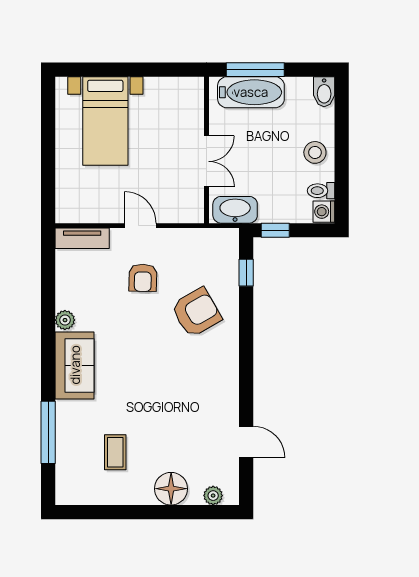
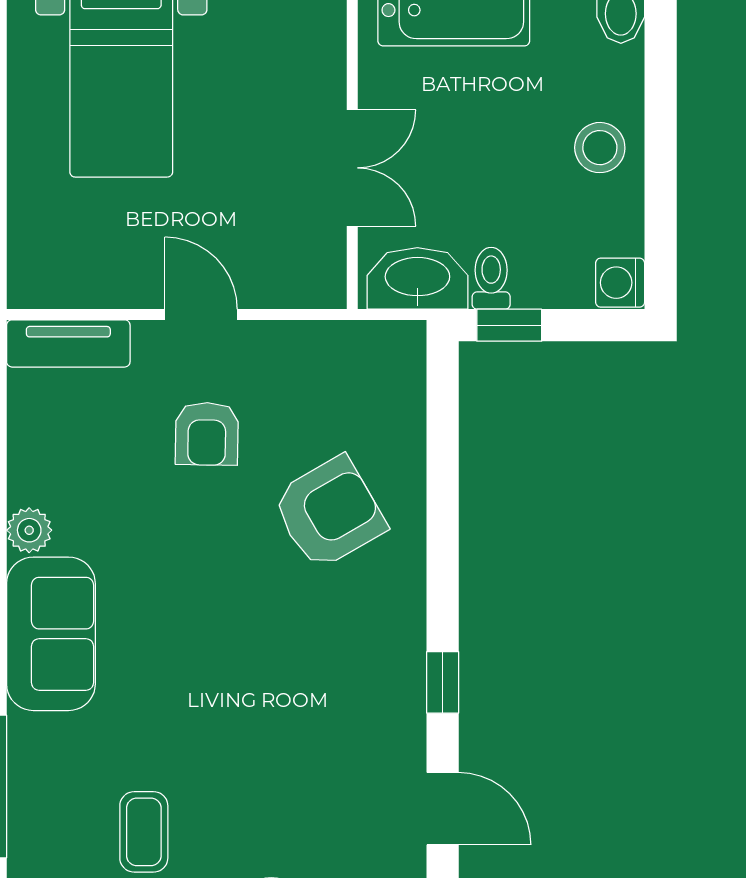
toilet: (321, 191) -> (491, 278), moved, turned 90
window: (246, 273) -> (443, 682), moved

